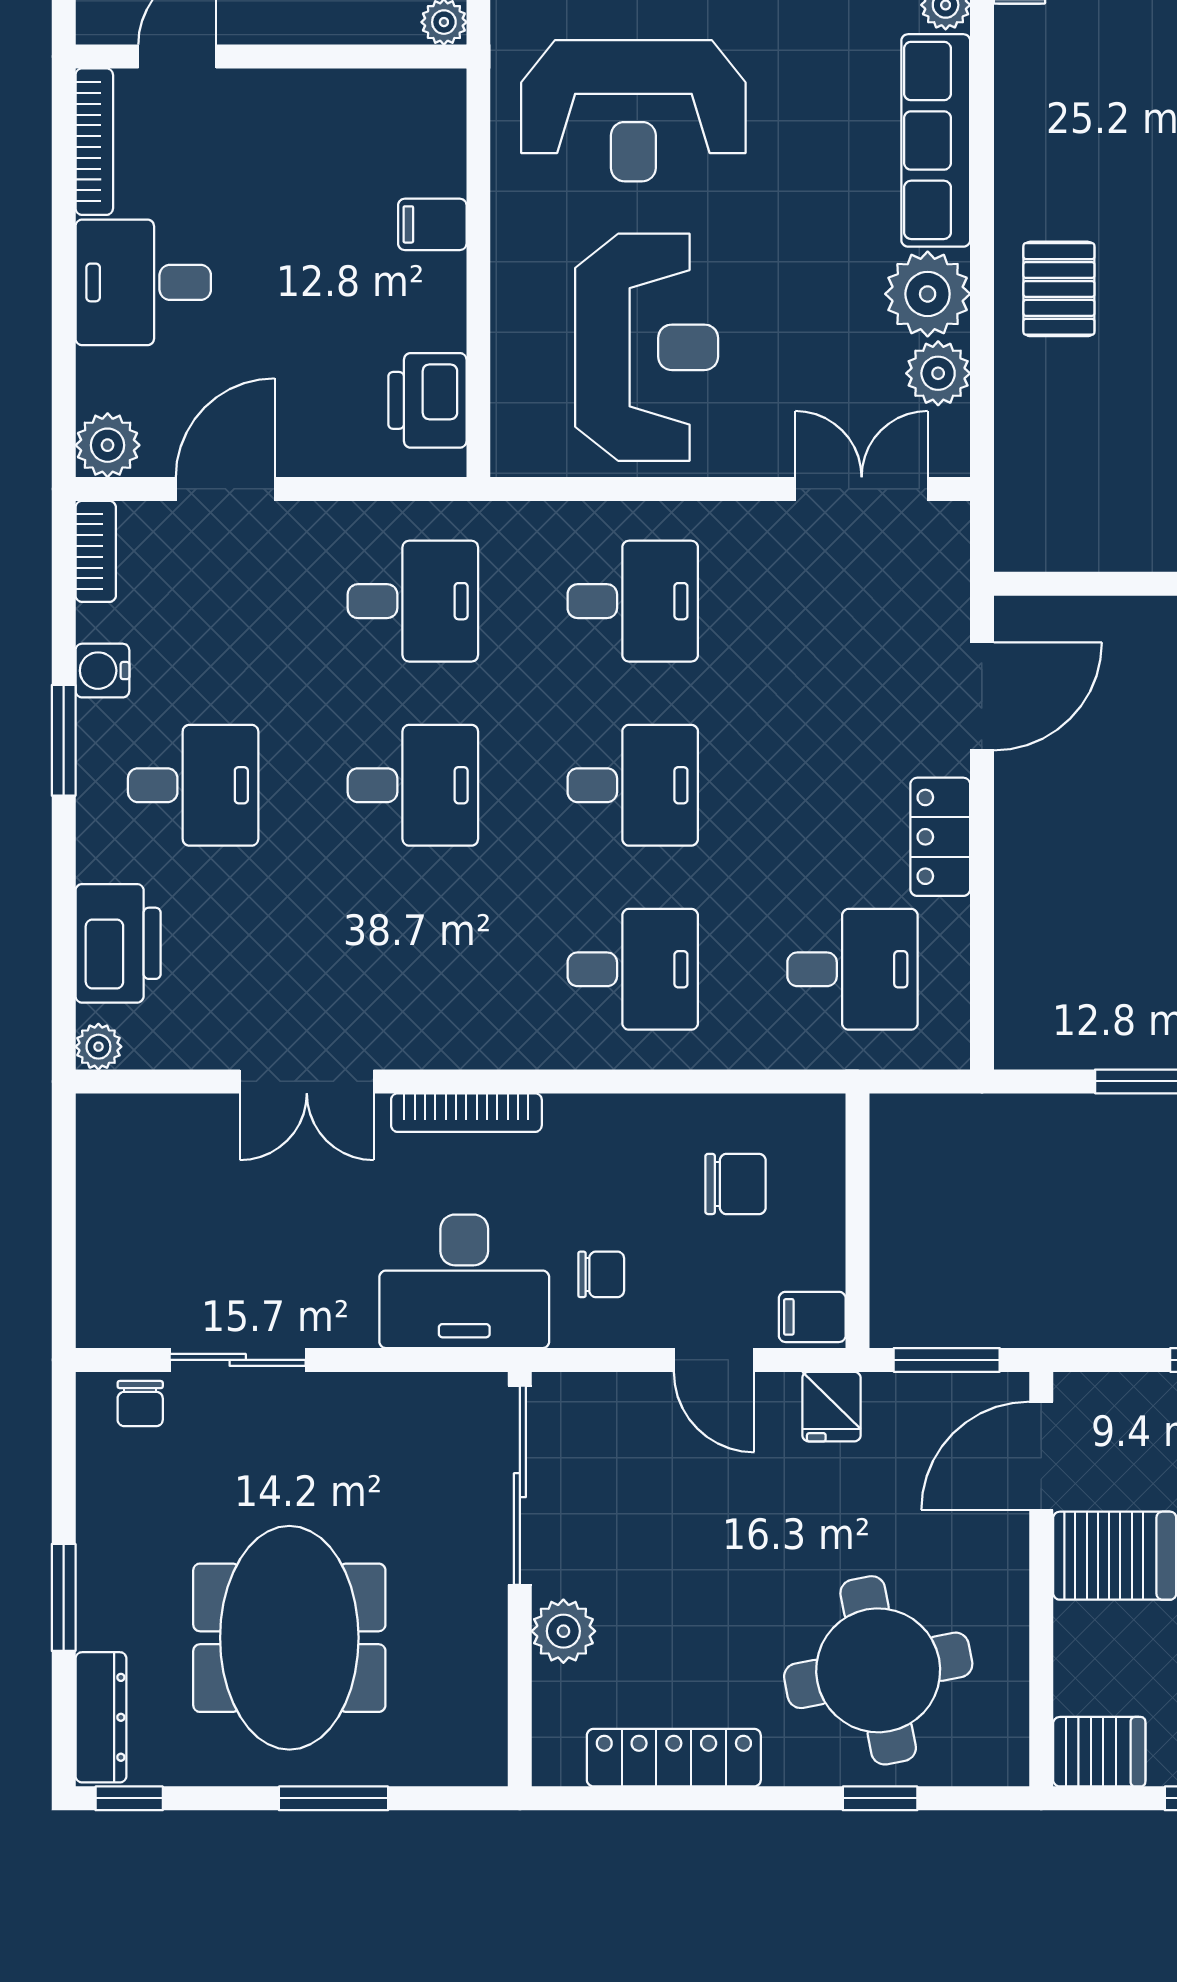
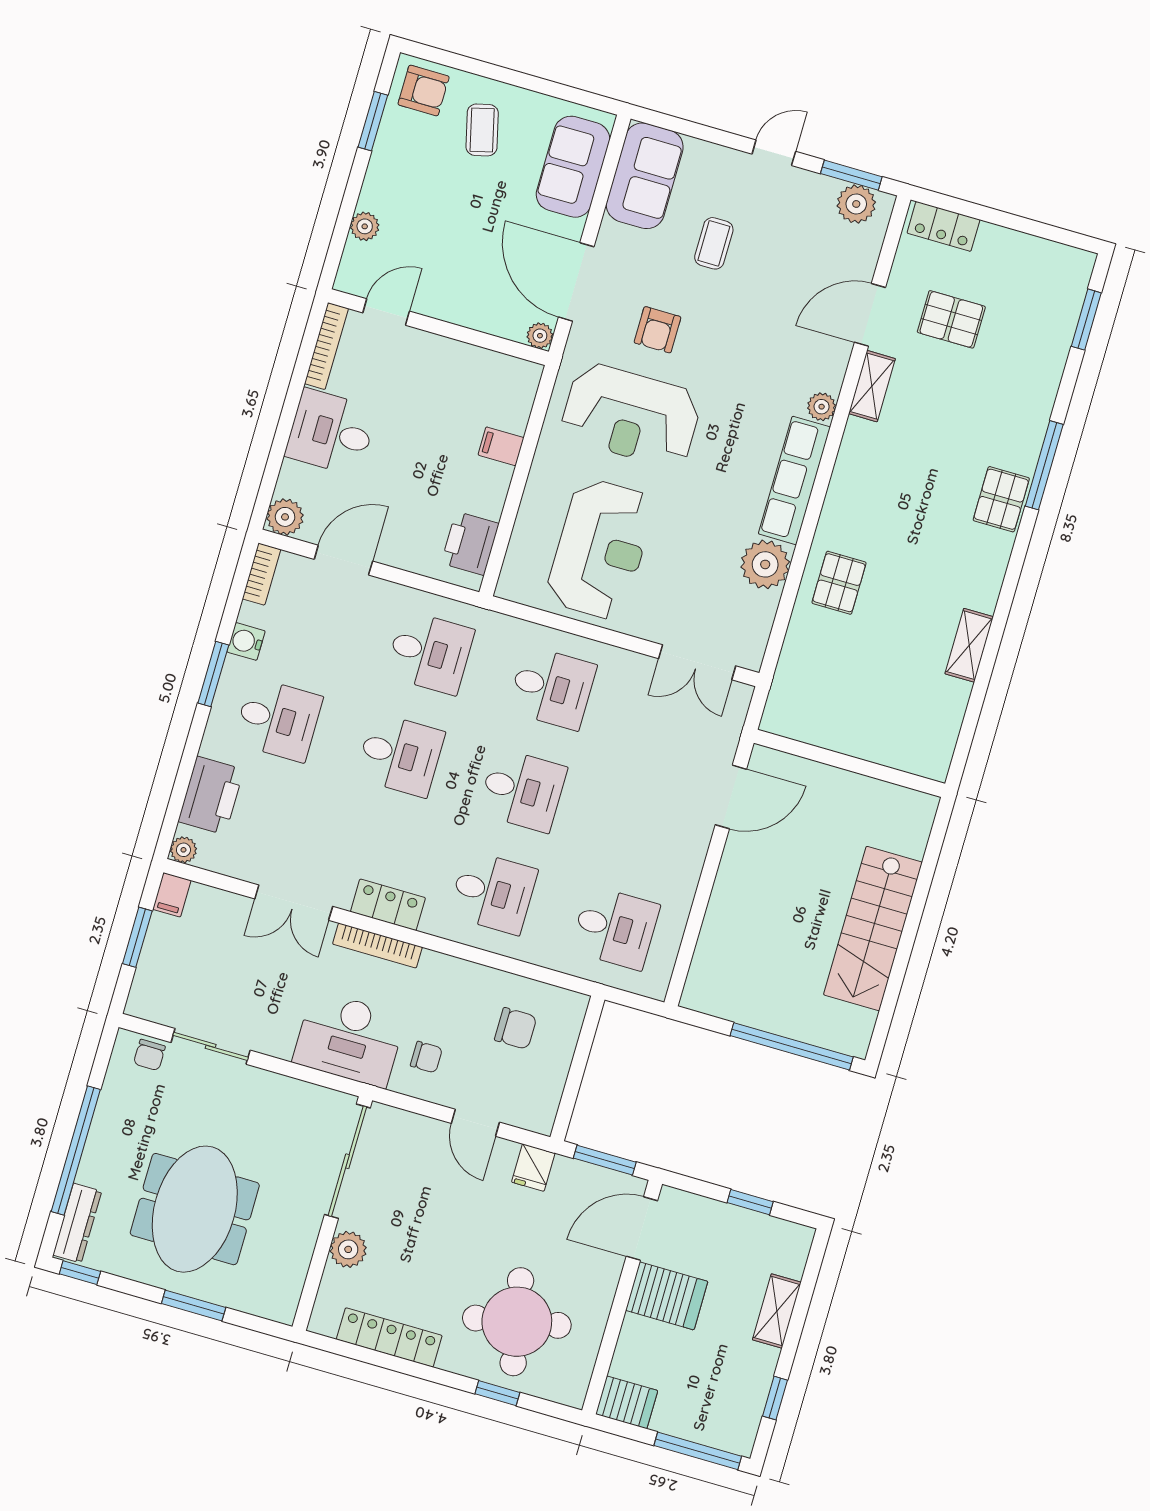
plant: (938, 373) -> (758, 610), removed
double door: (862, 489) -> (697, 662), swing flipped
locker: (940, 837) -> (388, 905), moved, turned 90
window: (64, 1214) -> (137, 937), added
filing cabinet: (812, 1317) -> (172, 895), moved, turned -90
window: (64, 1597) -> (76, 1150), width x2.11

